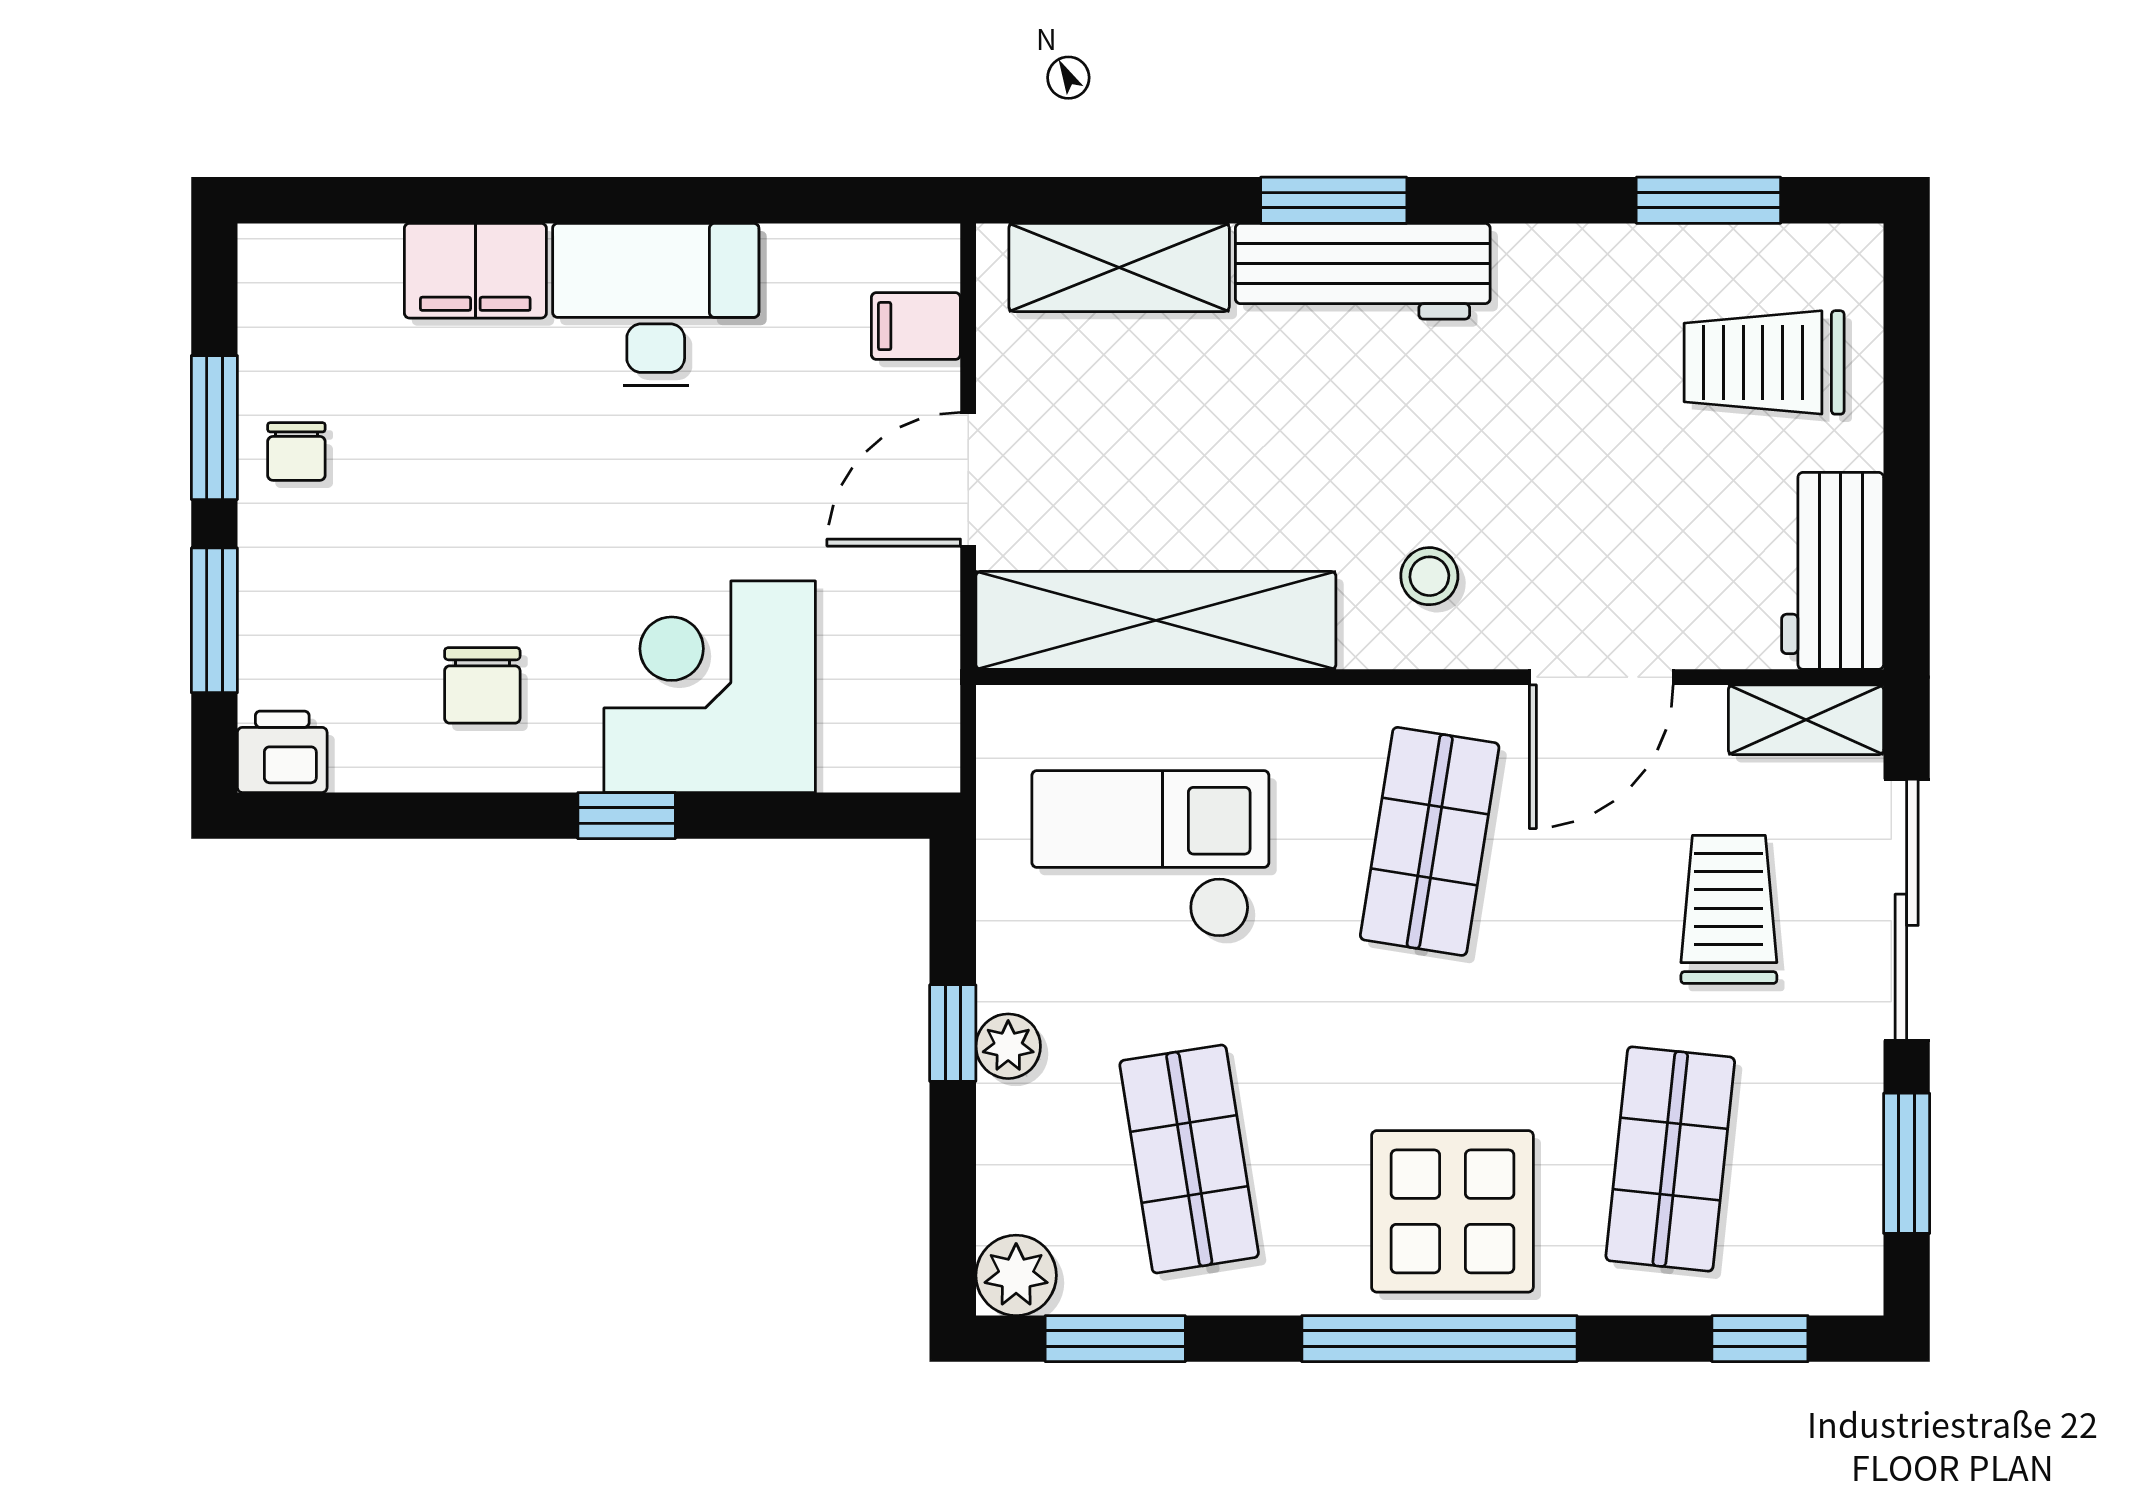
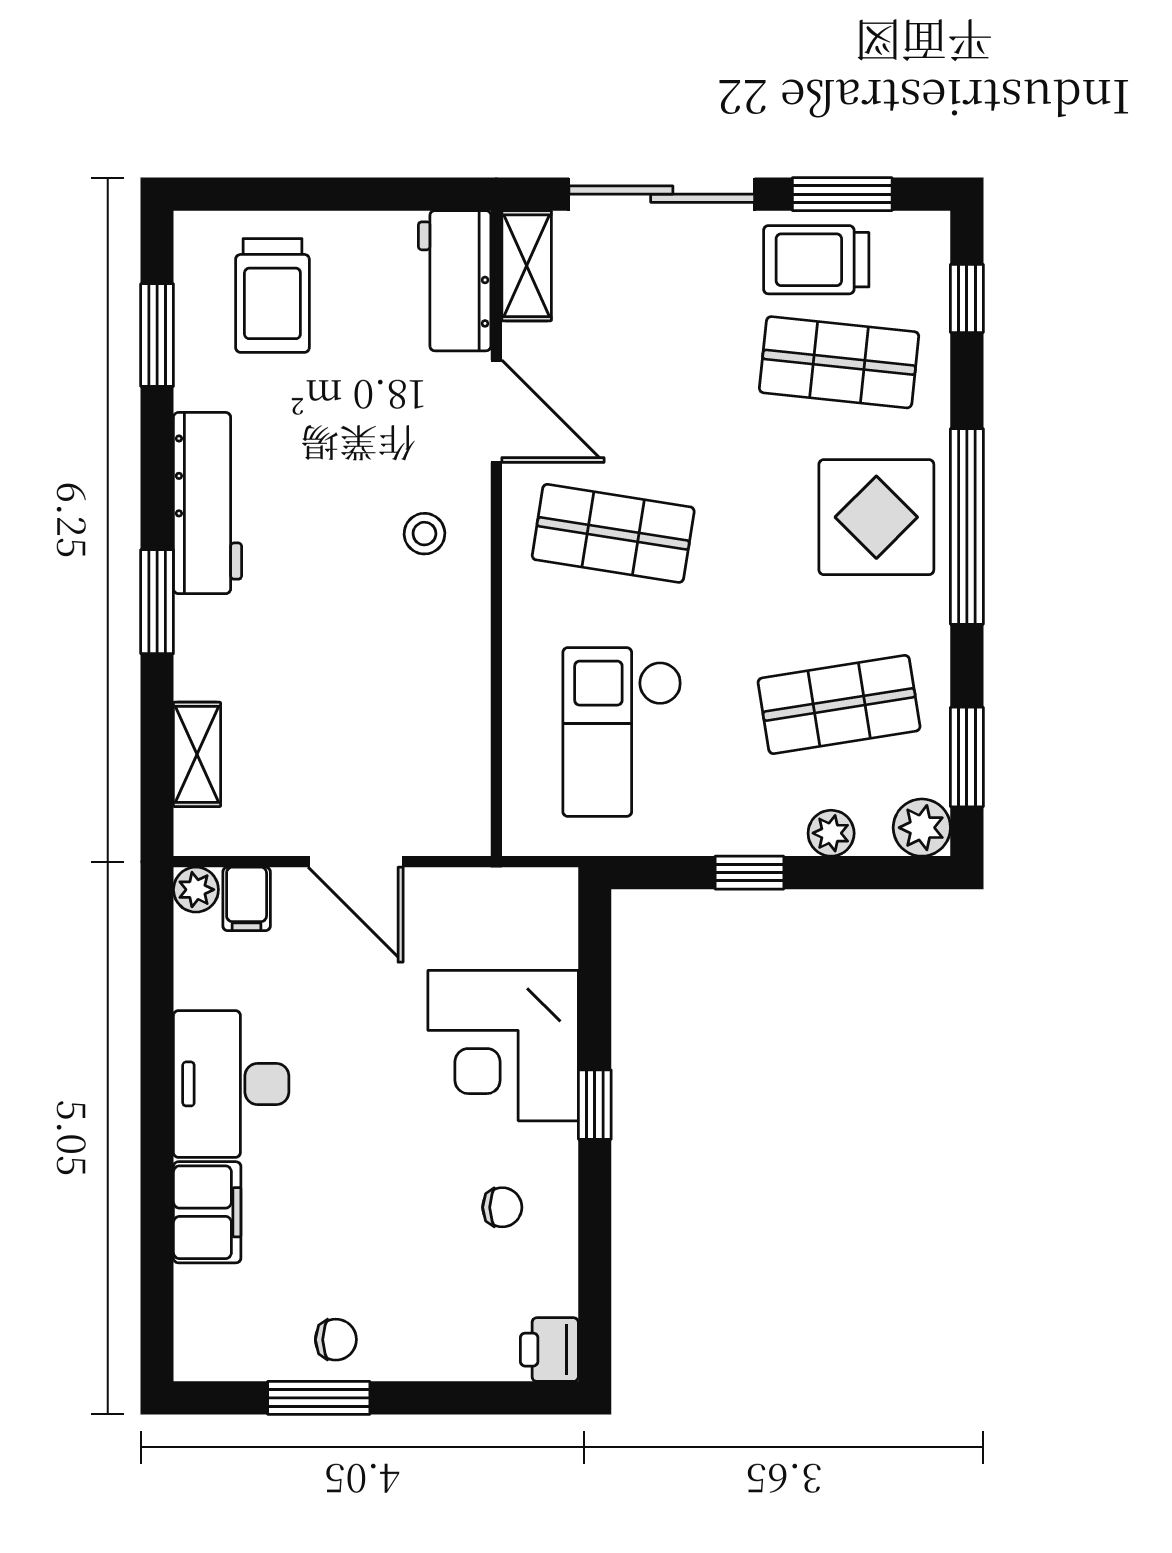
plant: (929, 255) -> (196, 890), added
shelving: (1119, 267) -> (197, 754), width x0.67, depth x0.75
workbench: (1363, 271) -> (208, 503), moved
workbench: (1833, 571) -> (455, 281), moved, turned 90
window: (214, 620) -> (456, 1398), removed
shelving: (1156, 620) -> (456, 728), removed
chair: (482, 685) -> (502, 1207), width x0.73, depth x0.73
trolley: (1729, 909) -> (816, 260), moved
plant: (1008, 1046) -> (831, 833), moved

